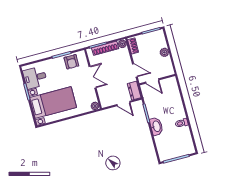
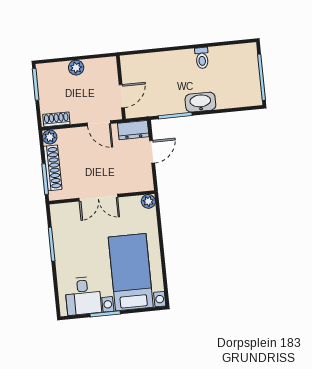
armchair: (71, 62) -> (66, 229), removed
door: (135, 70) -> (99, 123), swing flipped
double door: (92, 77) -> (98, 198), swing flipped

